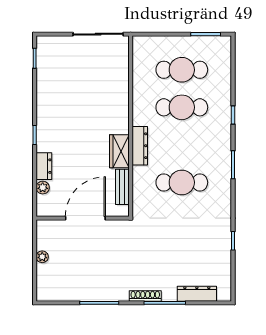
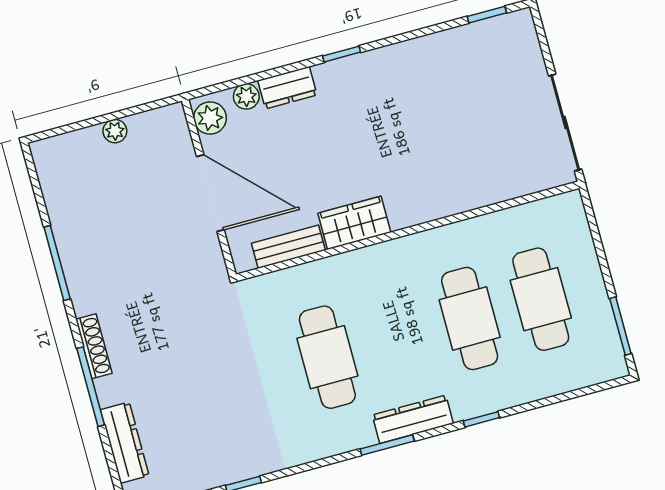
dresser: (140, 146) -> (413, 419), moved, turned 180
plant: (48, 208) -> (210, 118), added

